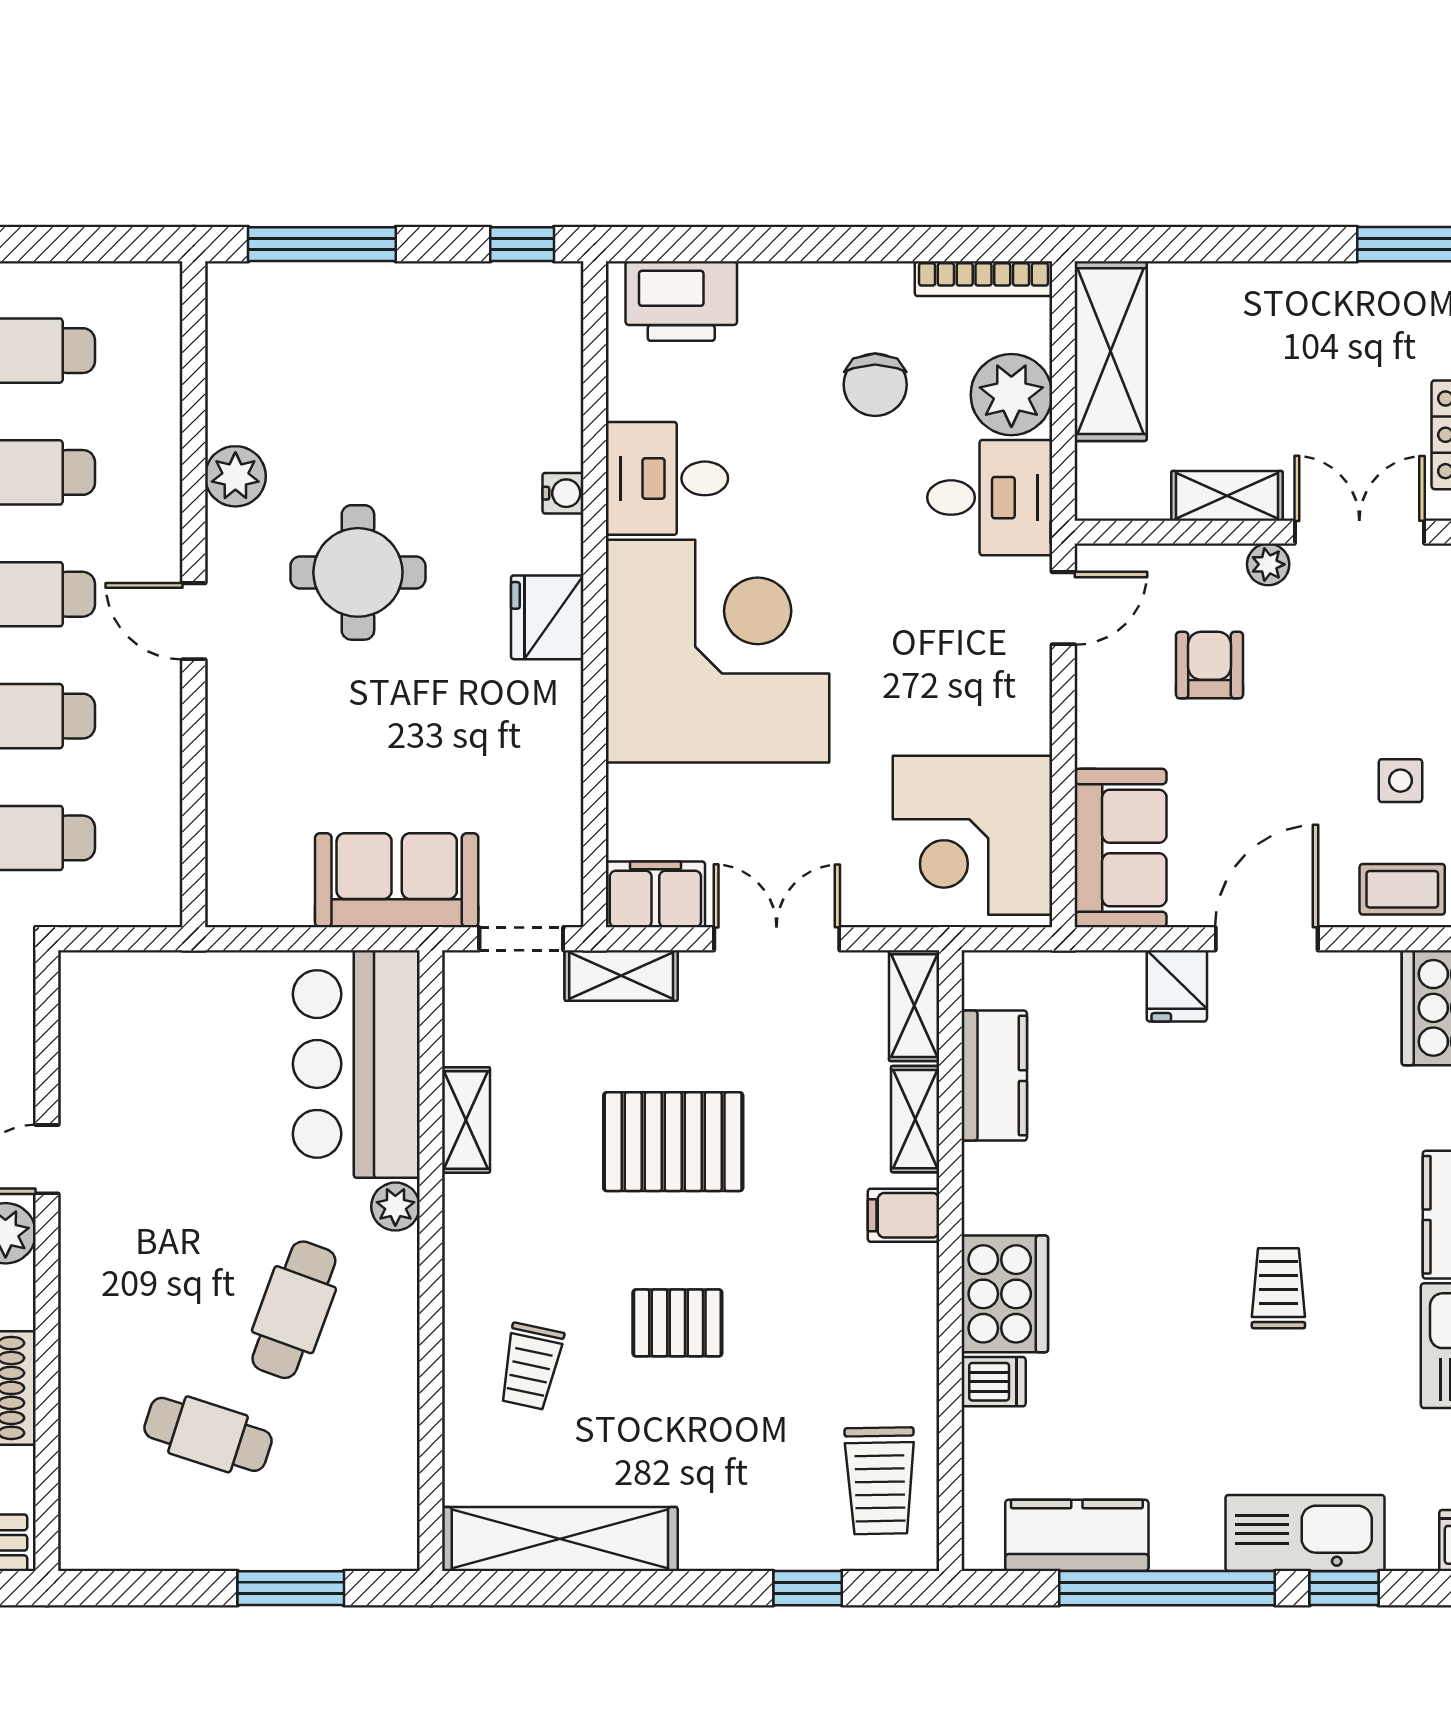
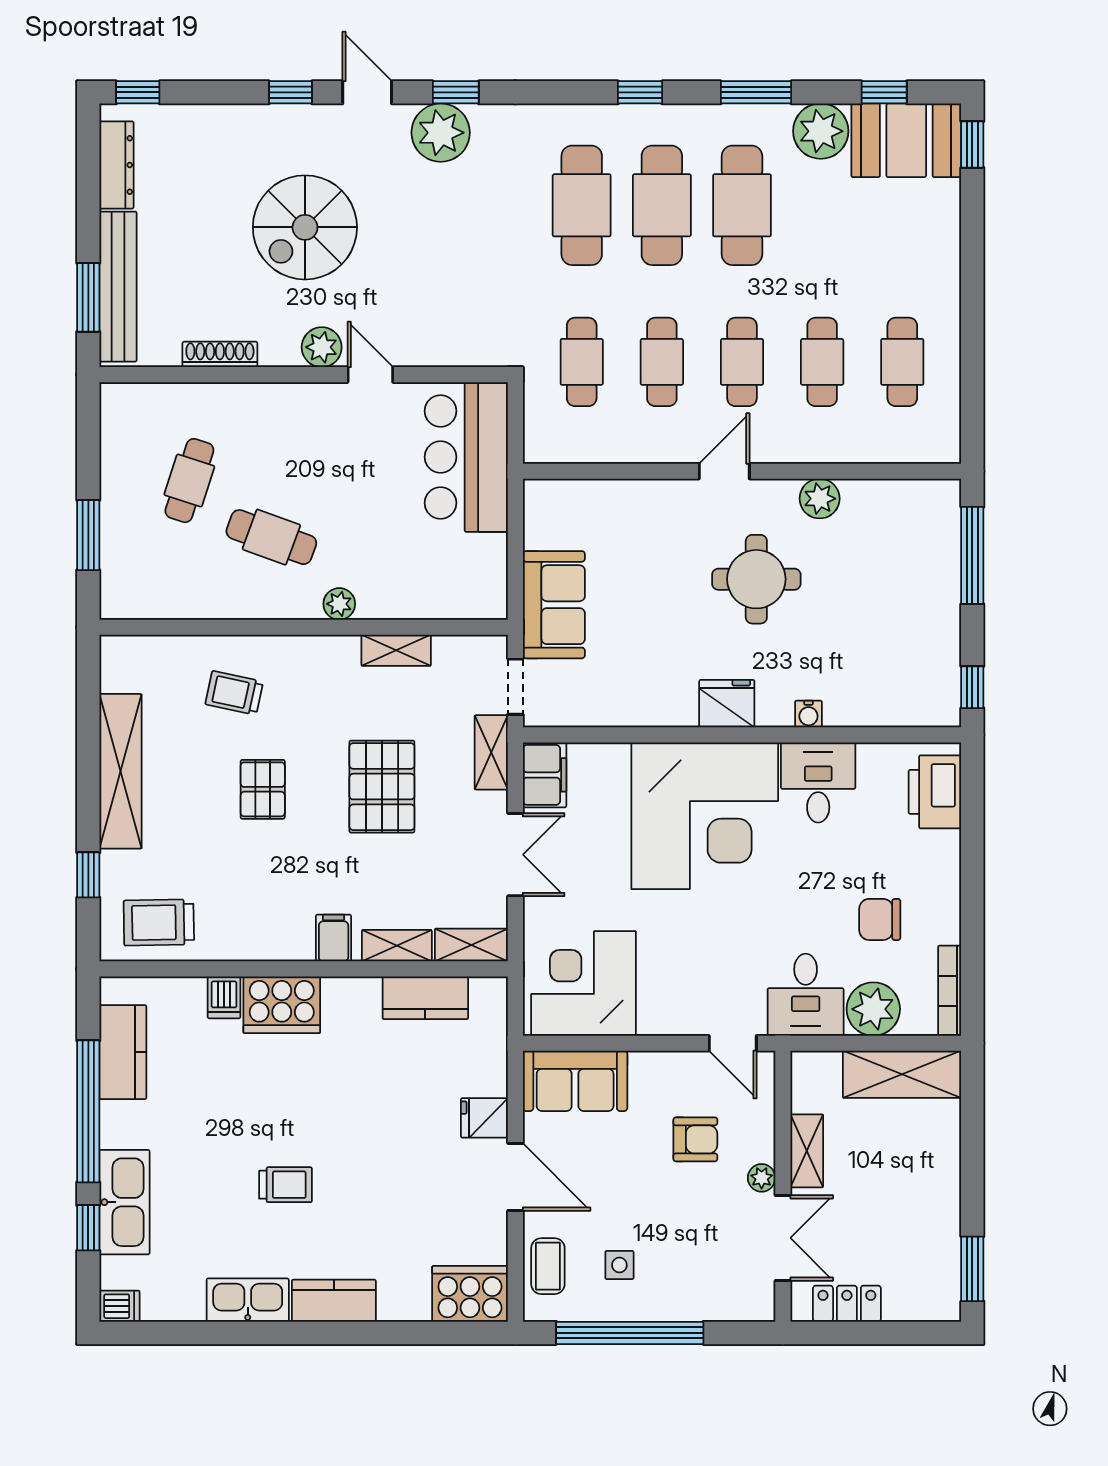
bar counter: (356, 1064) -> (466, 457), moved, turned -90
shelving: (560, 1539) -> (121, 771), moved

